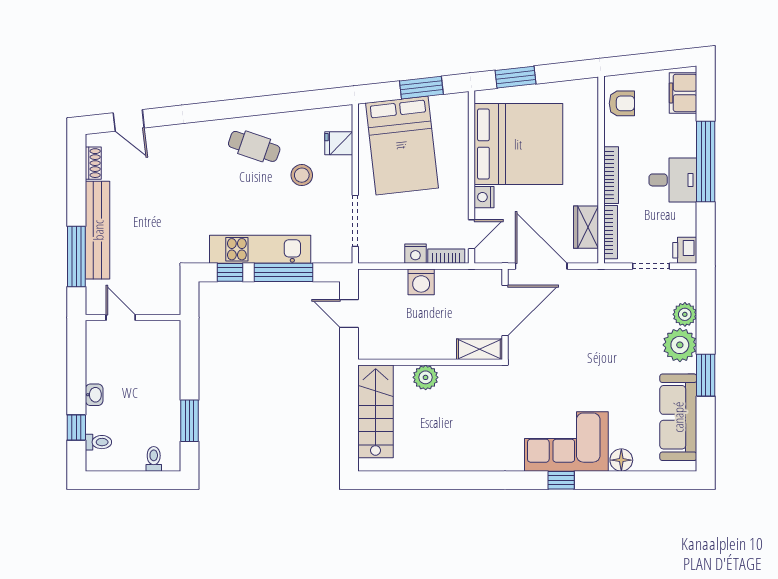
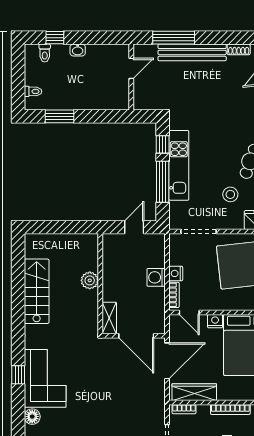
wardrobe: (586, 227) -> (194, 392), width x1.50
bookcase: (611, 232) -> (184, 409), width x0.64
stairs: (376, 411) -> (37, 291), moved, turned -90

